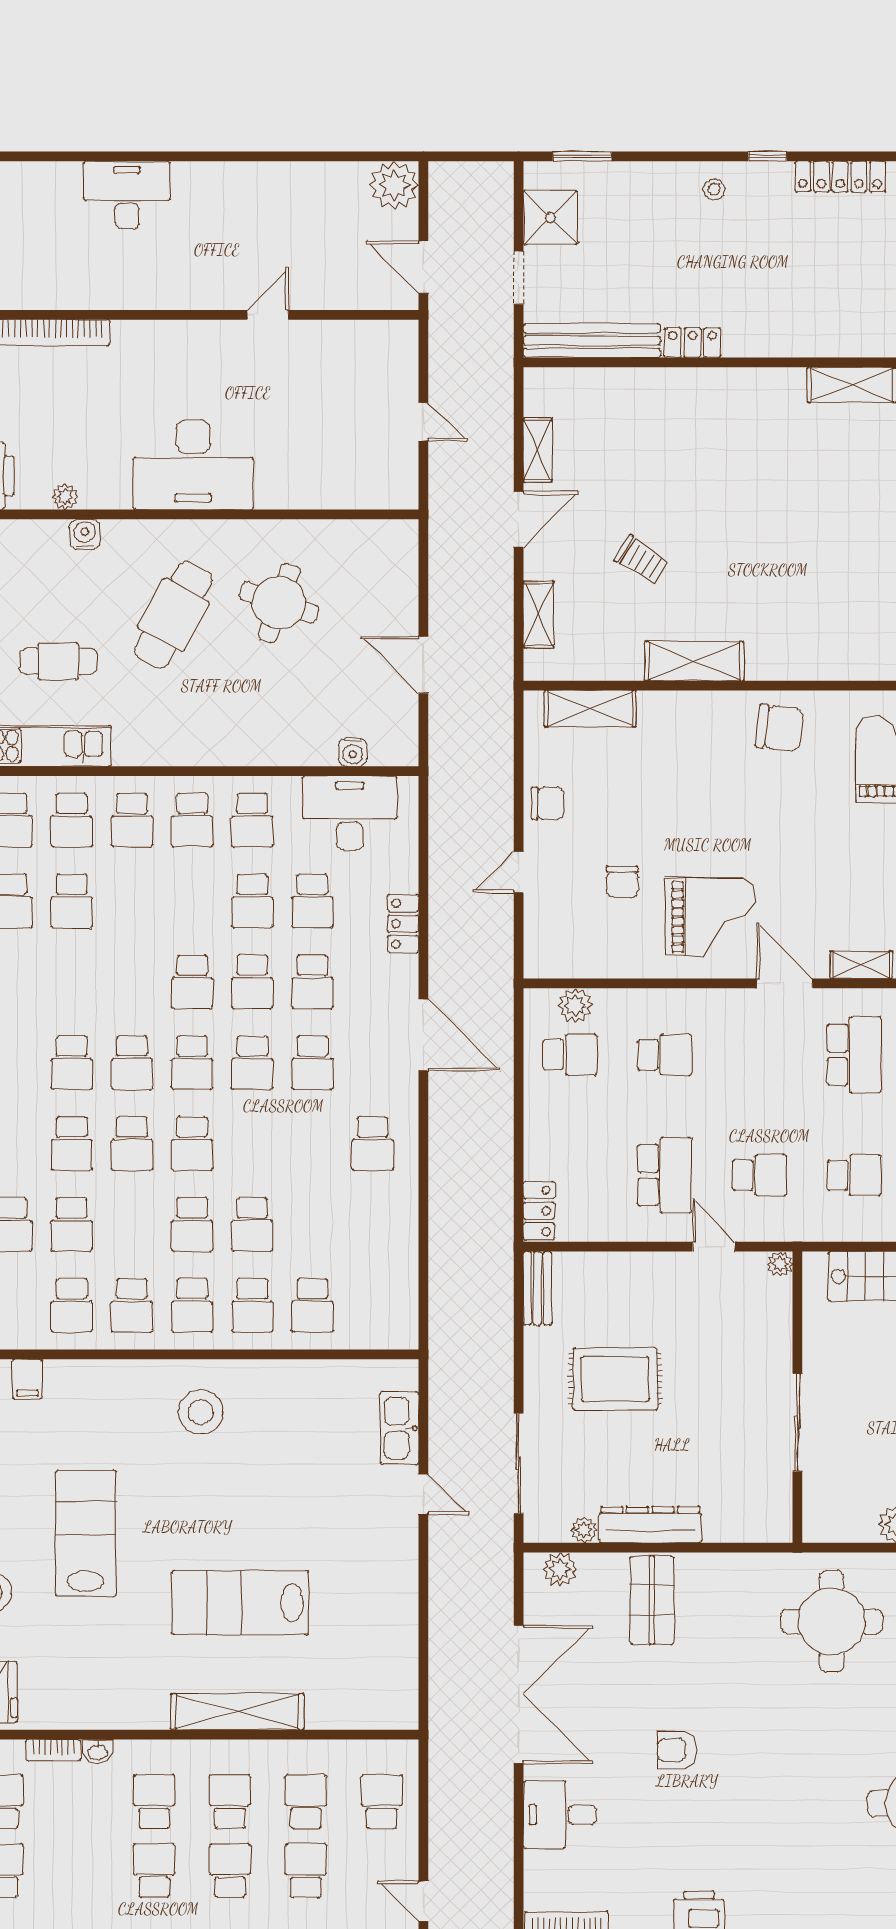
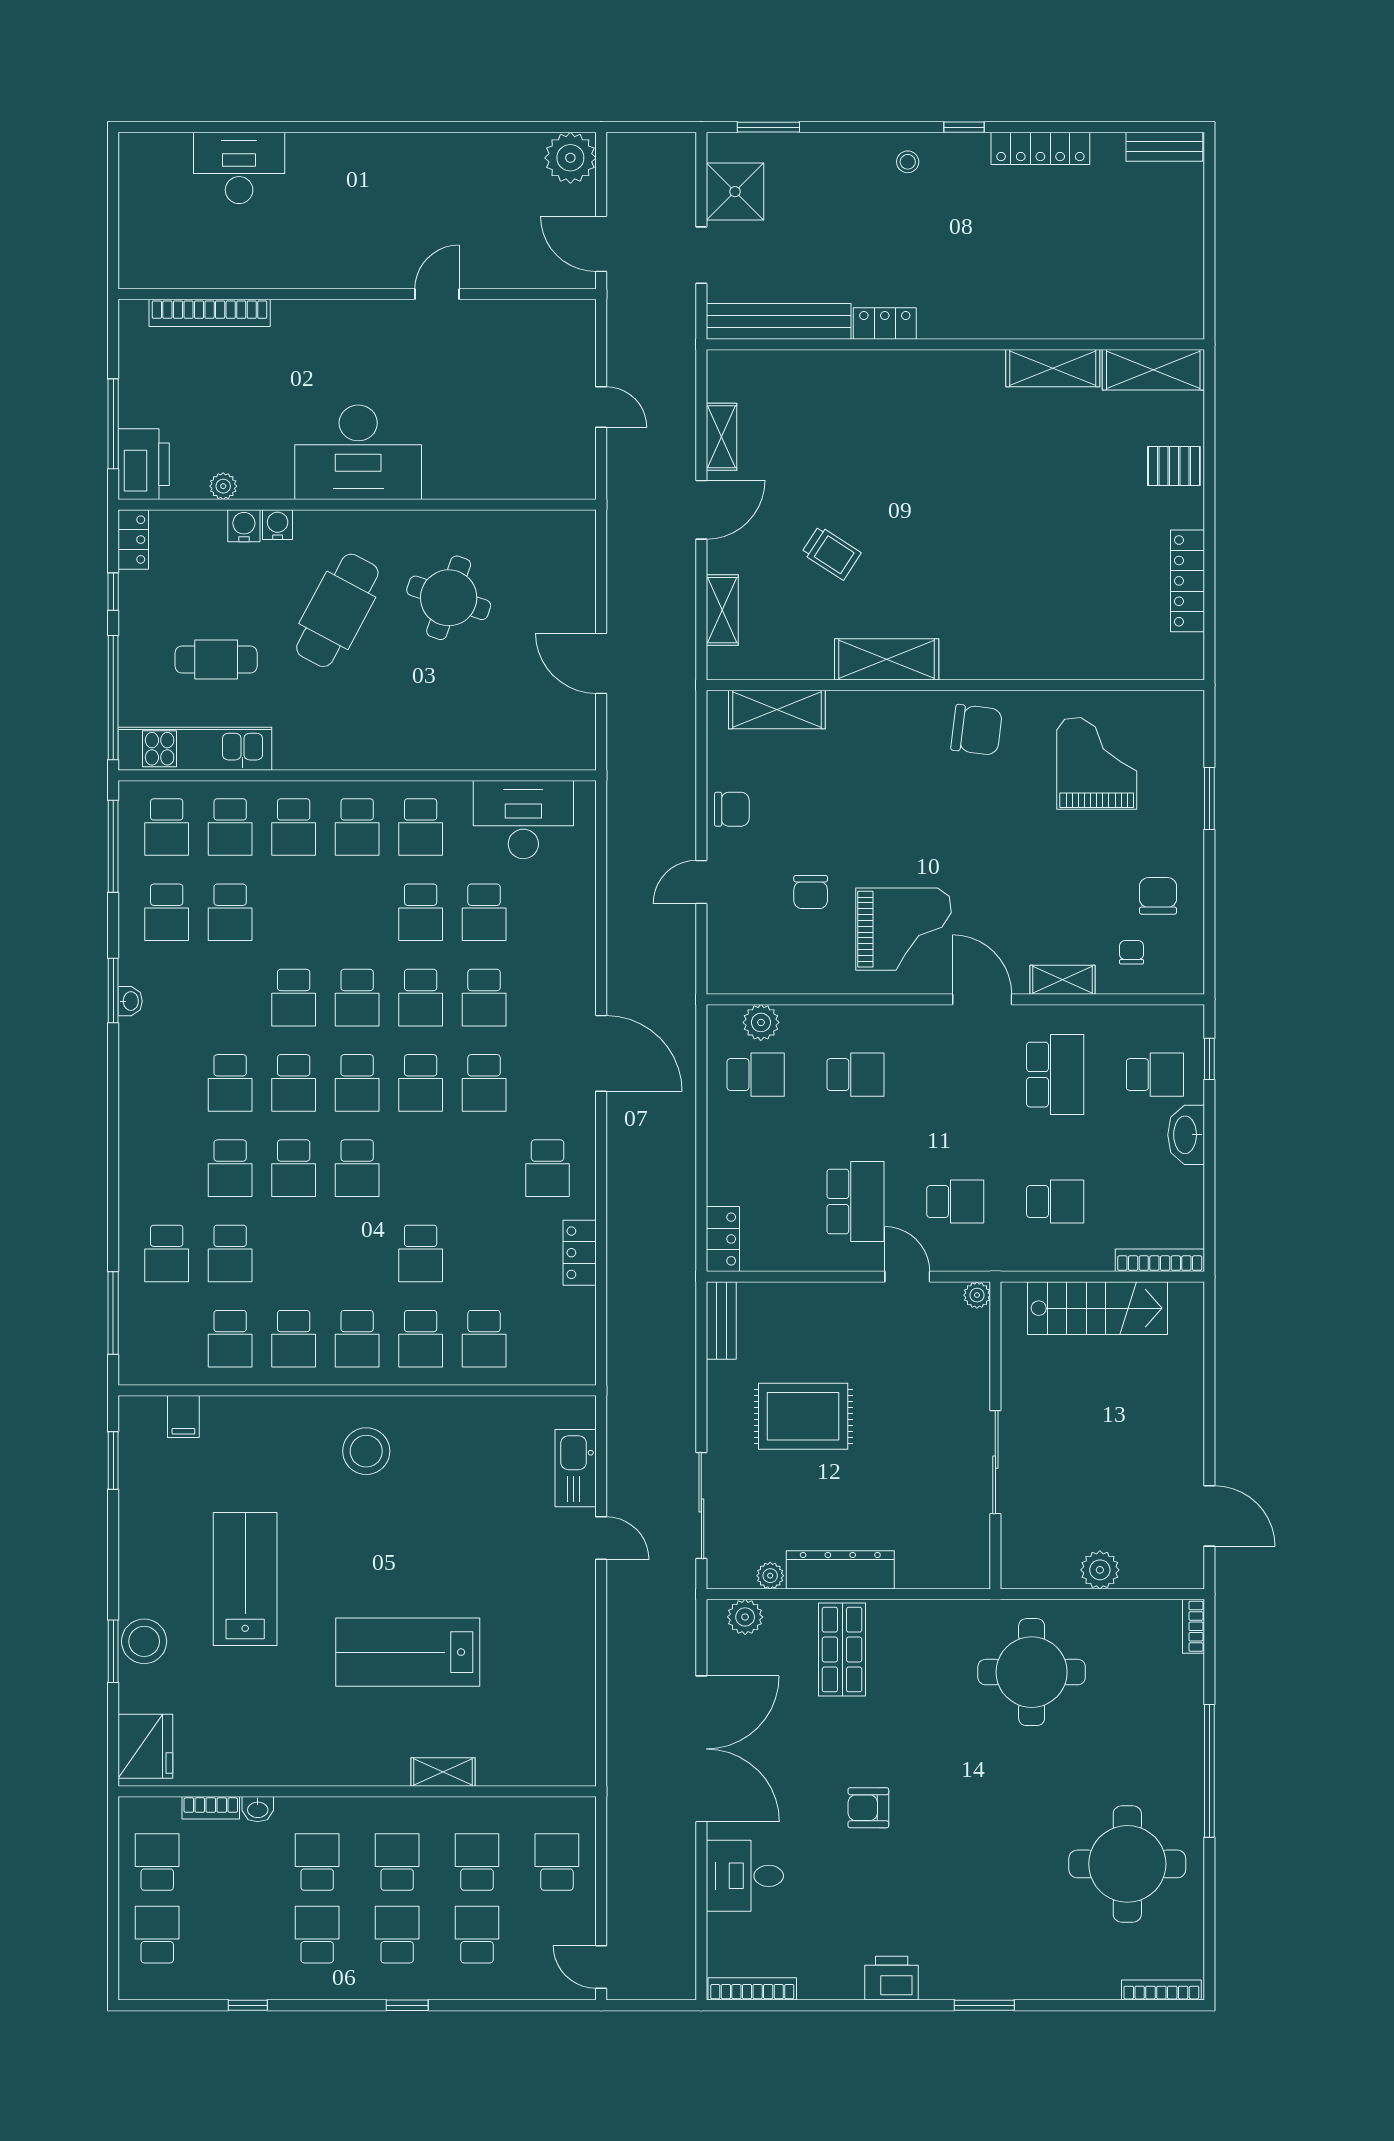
desk: (127, 195) -> (239, 168), moved
water cooler: (353, 752) -> (278, 525), moved, turned 180
locker: (403, 924) -> (580, 1253), moved
school desk: (192, 1224) -> (294, 998), moved
shelving: (237, 1712) -> (443, 1772), width x0.45, depth x0.75

